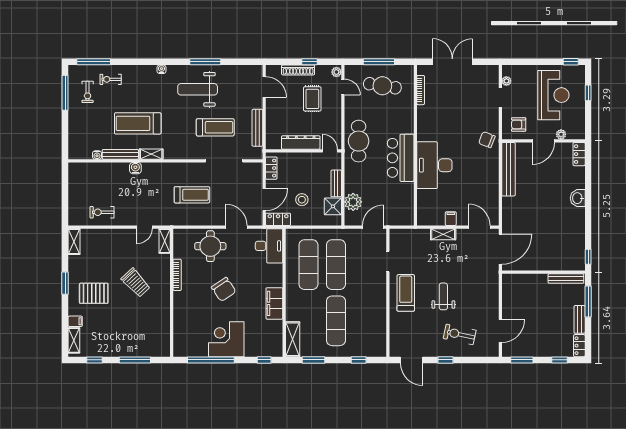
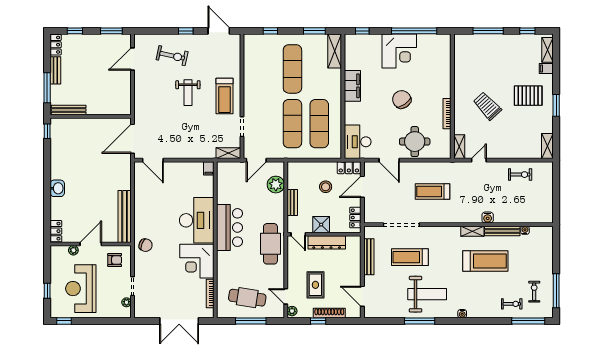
corner desk: (434, 123) -> (197, 261), added
shower: (333, 206) -> (321, 225), moved
filing cabinet: (451, 219) -> (209, 168), moved
shelving: (443, 234) -> (228, 153), moved

